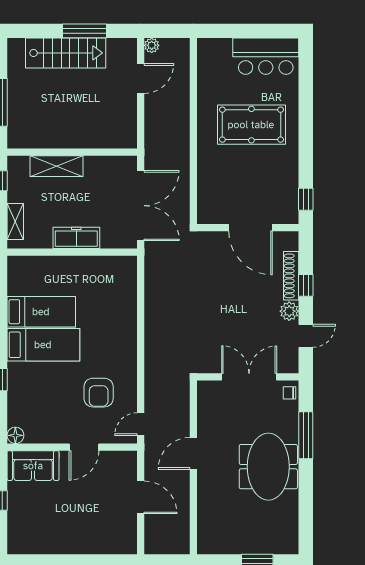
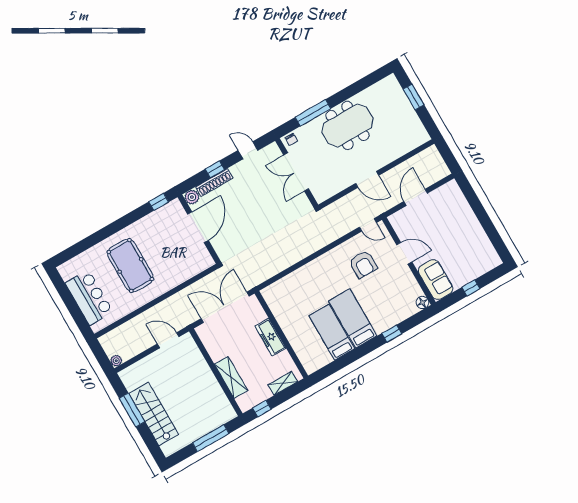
bar counter: (266, 56) -> (89, 298), moved
door: (141, 79) -> (168, 340), moved
plant: (289, 311) -> (192, 197), moved
armchair: (99, 393) -> (363, 264), turned 90

